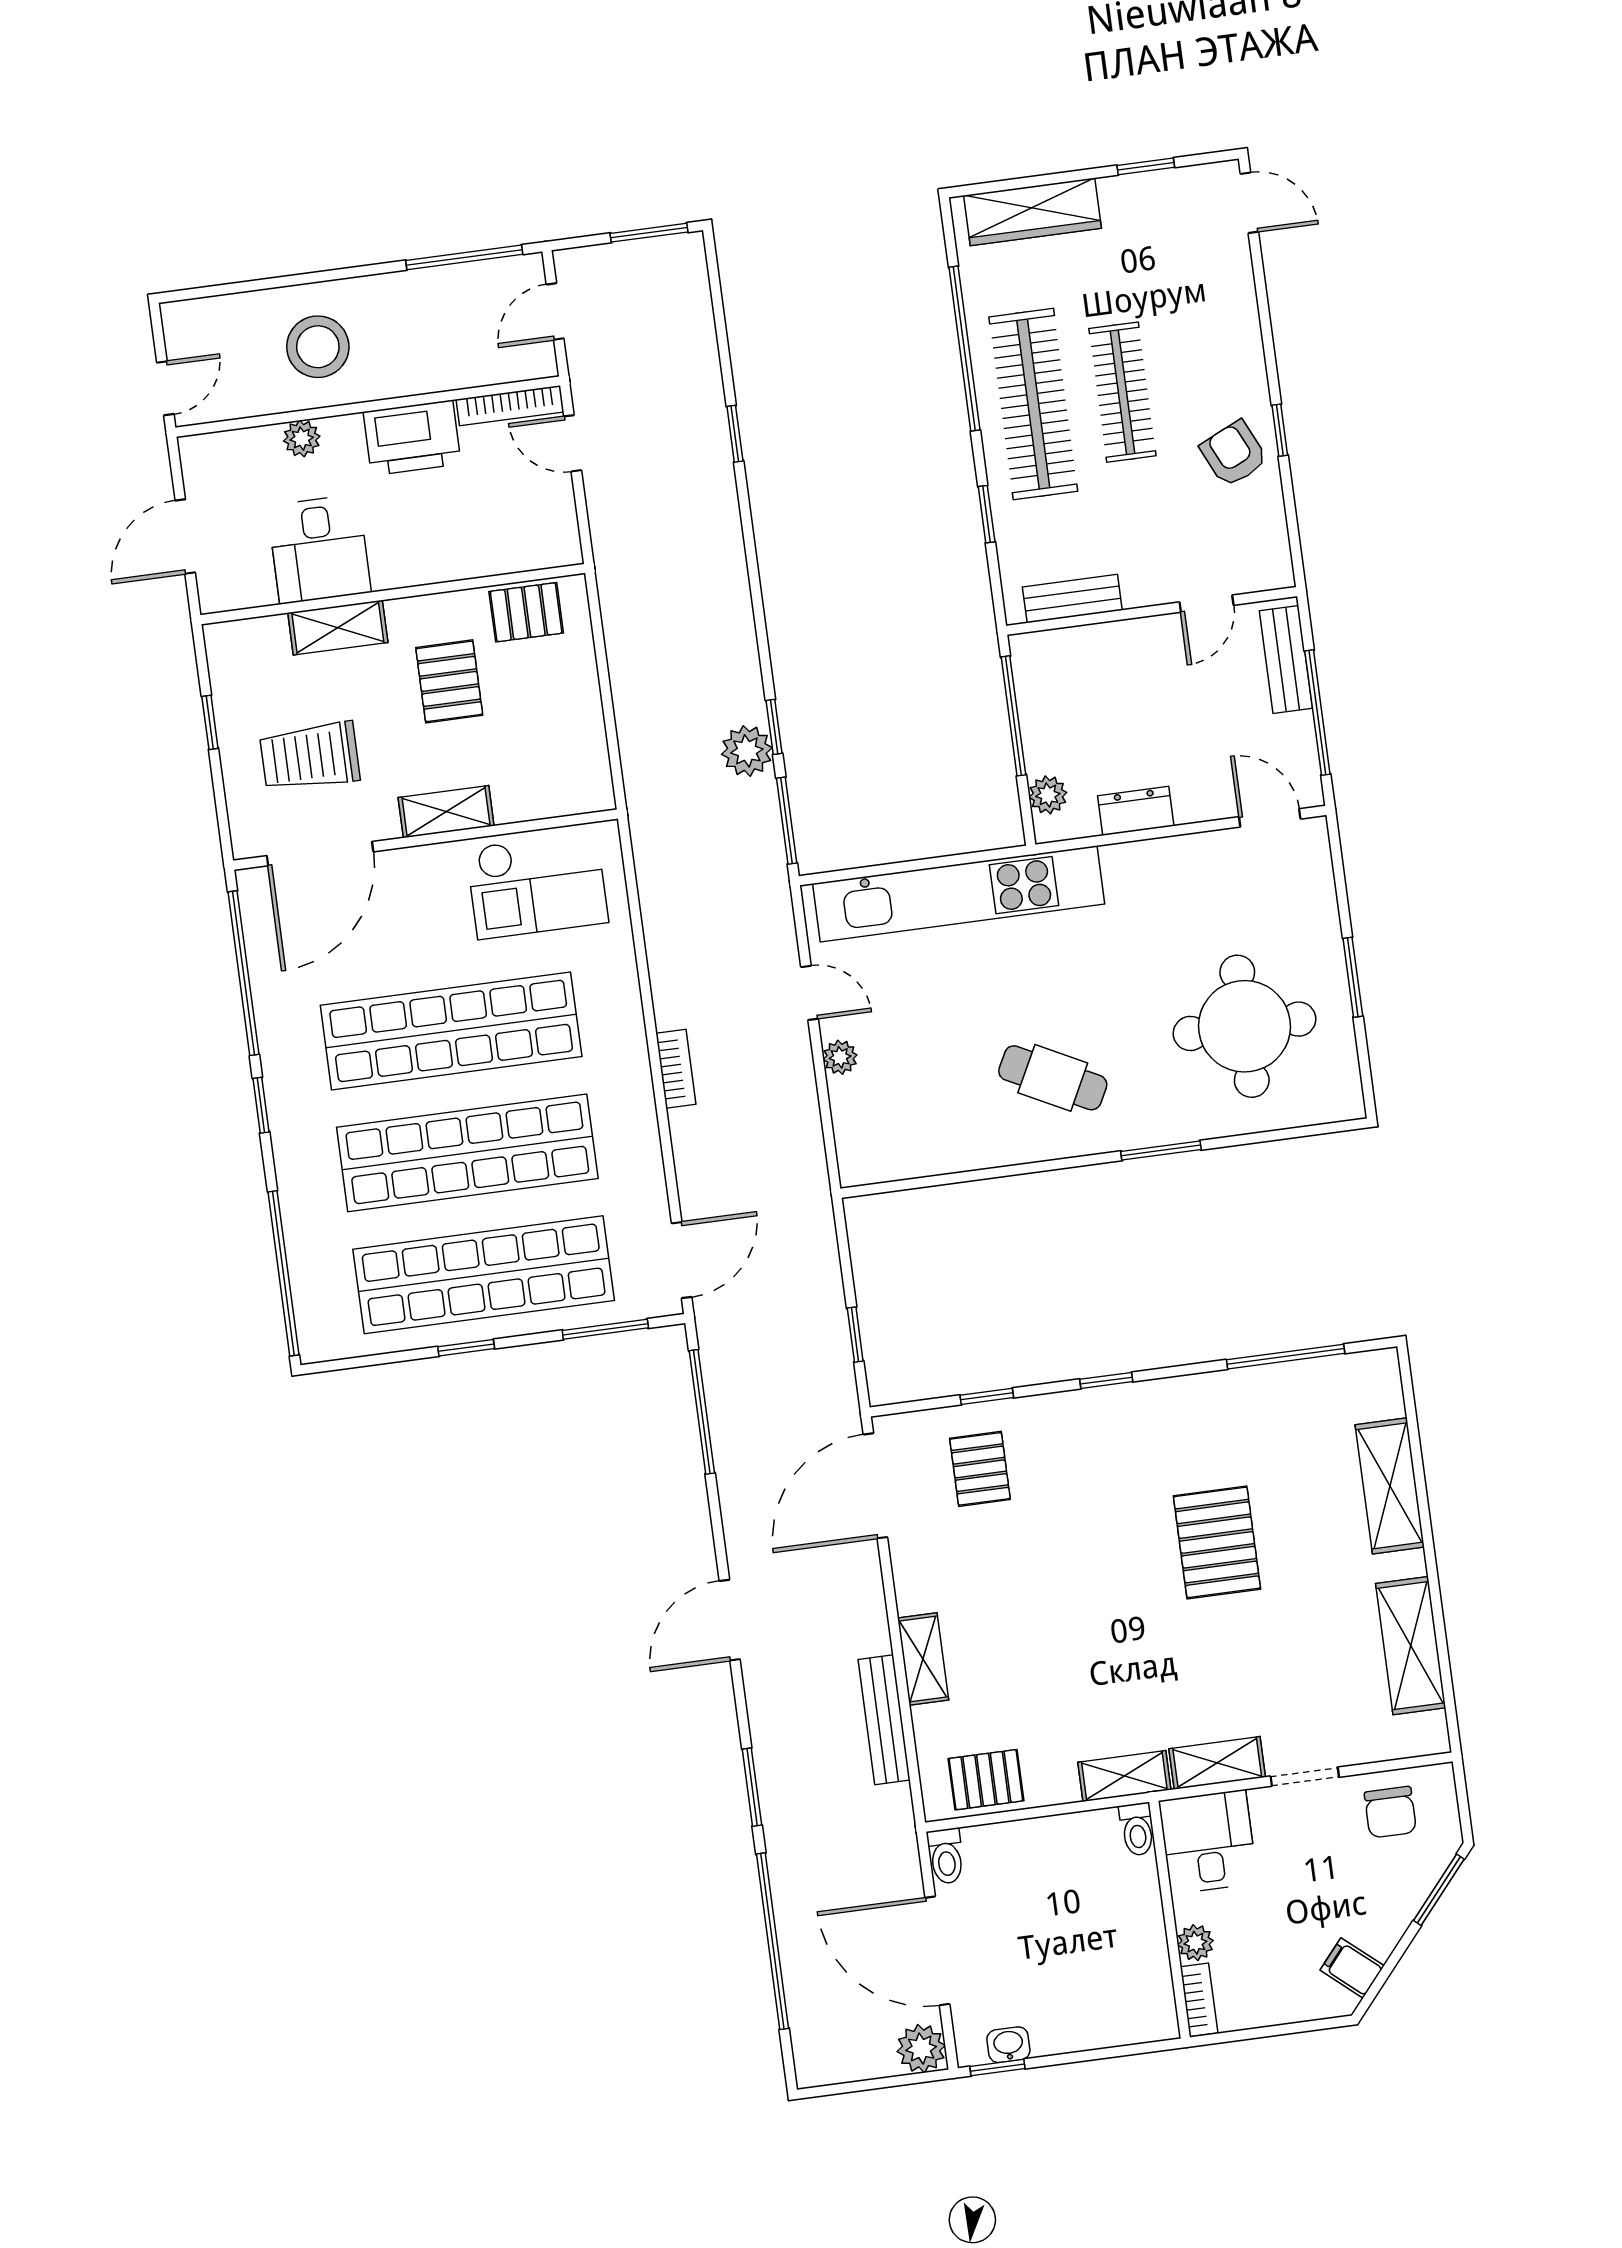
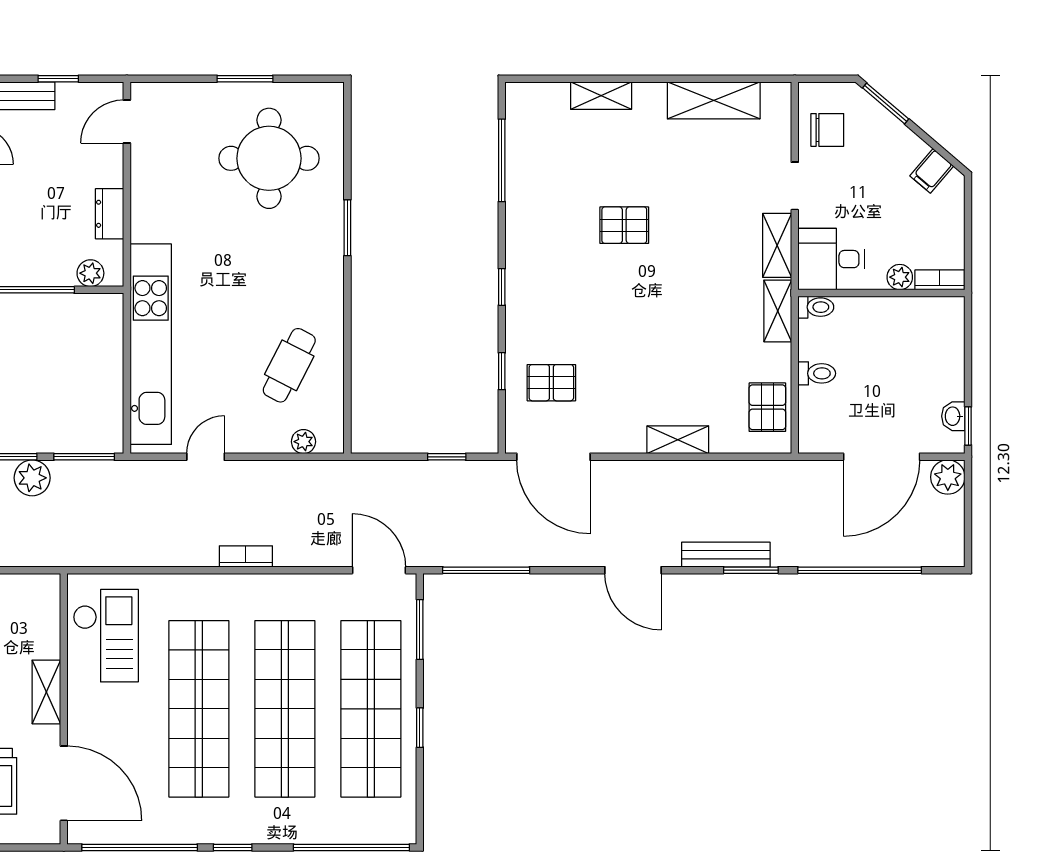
window: (1317, 713) -> (58, 79), width x0.46
plant: (840, 1057) -> (303, 442), moved
cafe table: (1053, 1078) -> (289, 365), moved
shelving: (1390, 1486) -> (601, 96), width x0.67, depth x0.75
pallet: (1217, 1542) -> (624, 225), width x0.67, depth x0.71
bench: (884, 1720) -> (726, 555), moved
toilet: (946, 1856) -> (817, 373), moved

